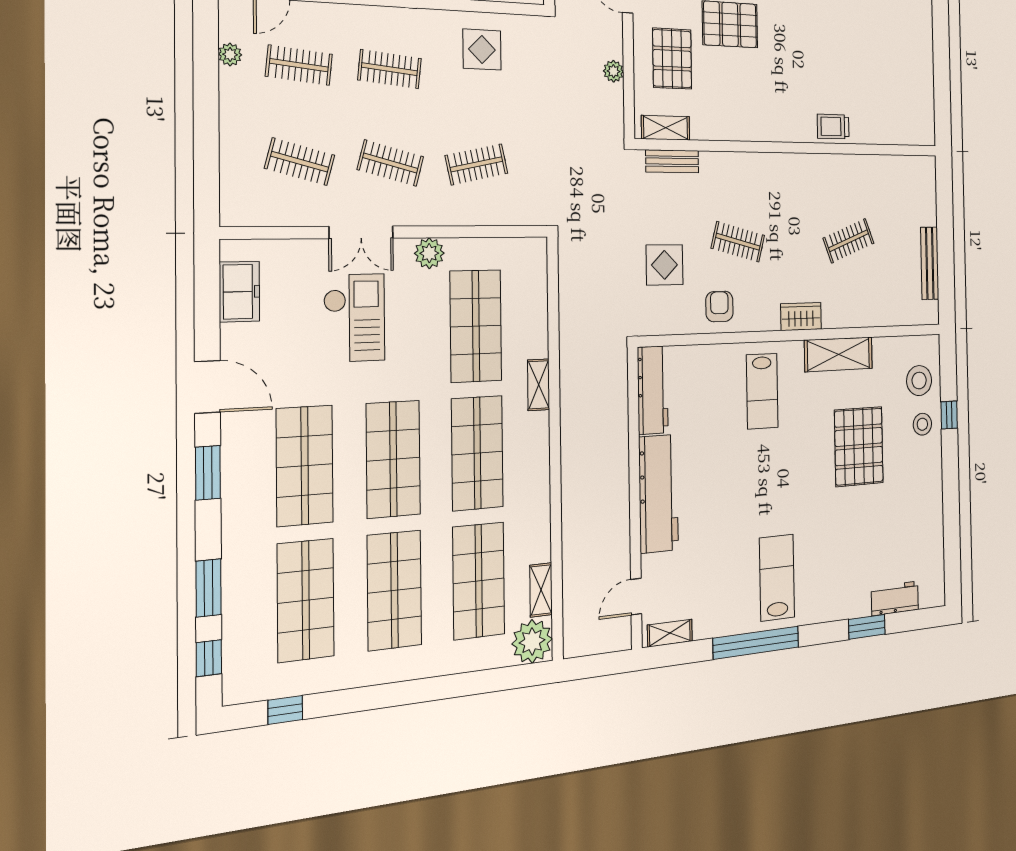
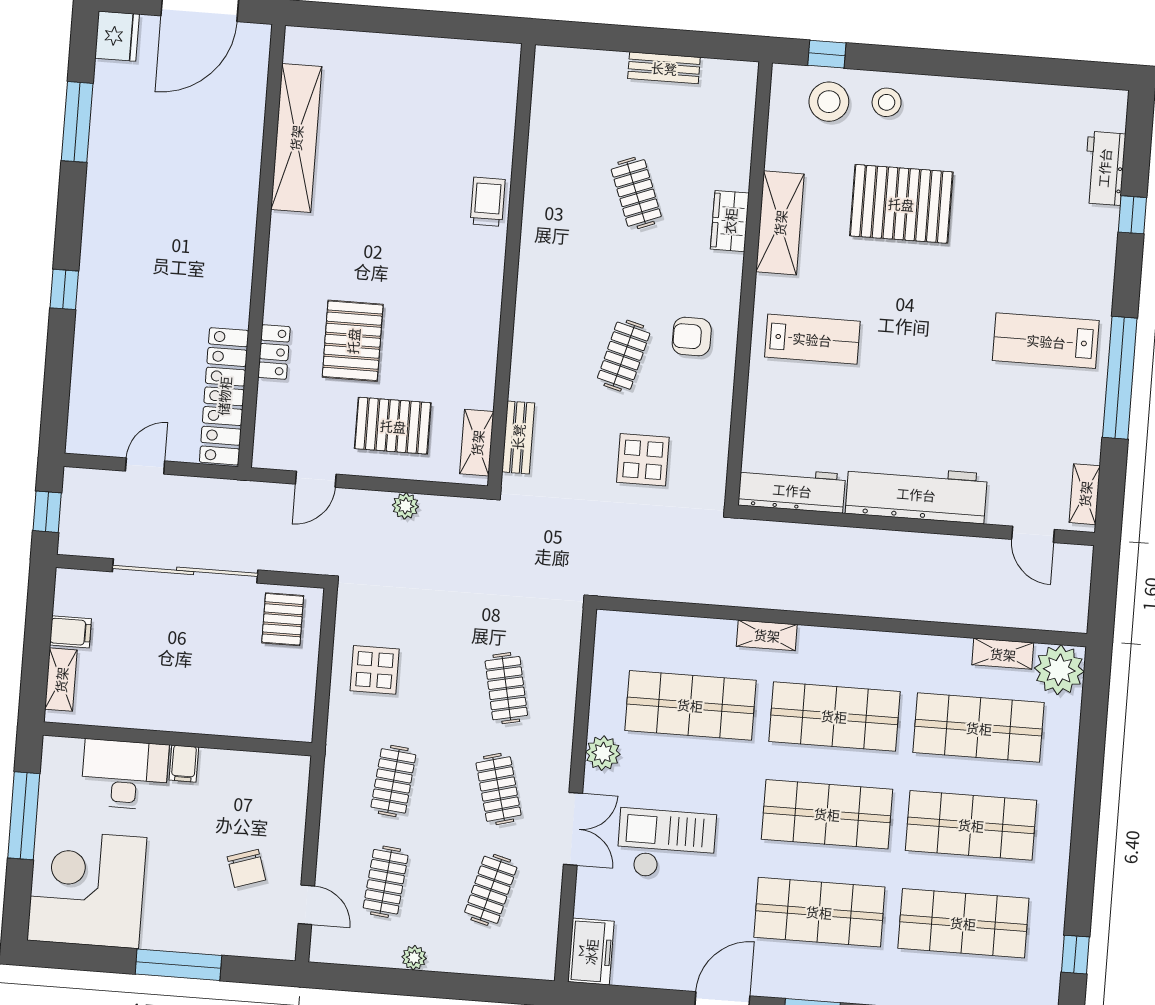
plant: (230, 54) -> (414, 958), moved
trolley: (833, 127) -> (488, 202), turned 180
clothes rail: (390, 163) -> (499, 789), turned -30
bench: (930, 263) -> (664, 68), width x0.73
freezer: (239, 292) -> (591, 952), moved, turned 90
armchair: (719, 306) -> (692, 337), moved
wardrobe: (801, 316) -> (730, 221), moved
window: (949, 415) -> (827, 54), moved
window: (867, 627) -> (1132, 215), width x0.67

